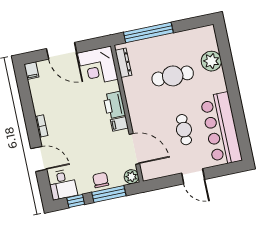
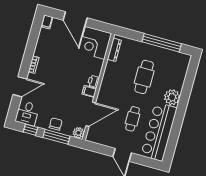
window: (148, 33) -> (162, 43), moved
plant: (211, 61) -> (172, 97), moved
cafe table: (173, 76) -> (144, 77), turned 90
printer: (114, 105) -> (94, 81), width x0.53, depth x0.68
door: (134, 149) -> (91, 114), hinge flipped
door: (39, 159) -> (20, 87), hinge flipped

